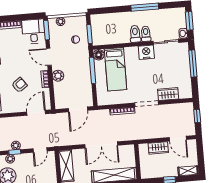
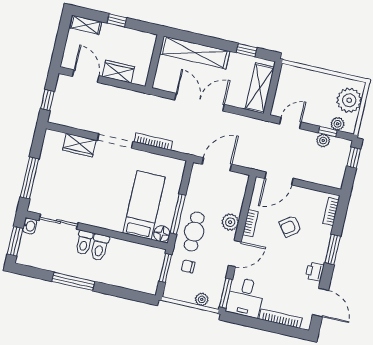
nightstand: (146, 52) -> (92, 216), removed
door: (49, 57) -> (235, 254), hinge flipped
cafe table: (79, 63) -> (194, 232), added

